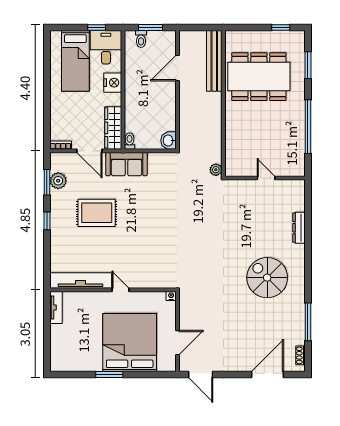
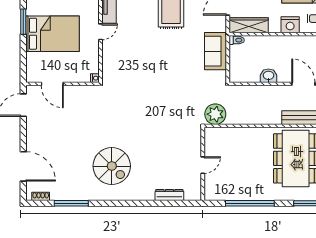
washbasin: (168, 140) -> (268, 76), moved
sofa: (127, 164) -> (216, 51), moved
plant: (216, 170) -> (215, 114), width x1.88, depth x1.88
dresser: (299, 228) -> (169, 195), moved
spiral stairs: (267, 278) -> (112, 166), turned 90
bed: (130, 343) -> (52, 34), width x0.73

